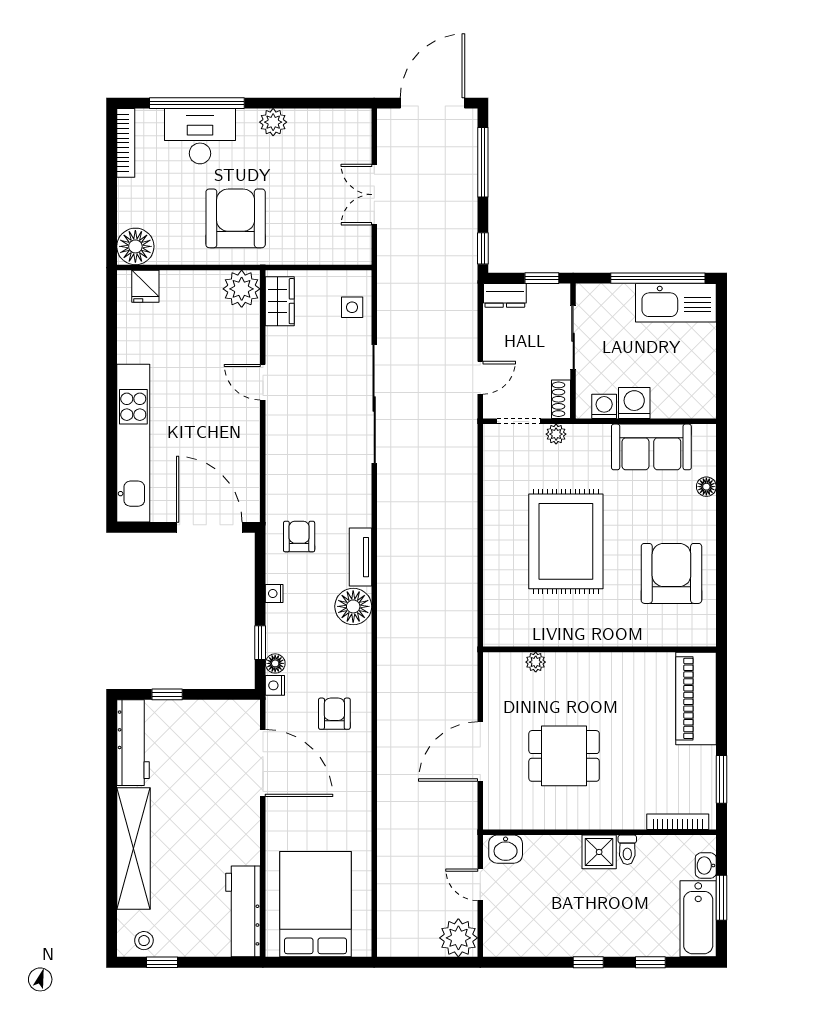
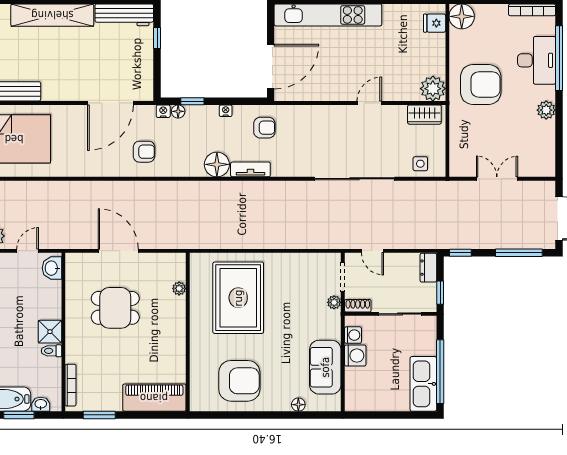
rug: (566, 541) -> (238, 298), moved, turned 90
dining table: (564, 756) -> (115, 308), turned 90

